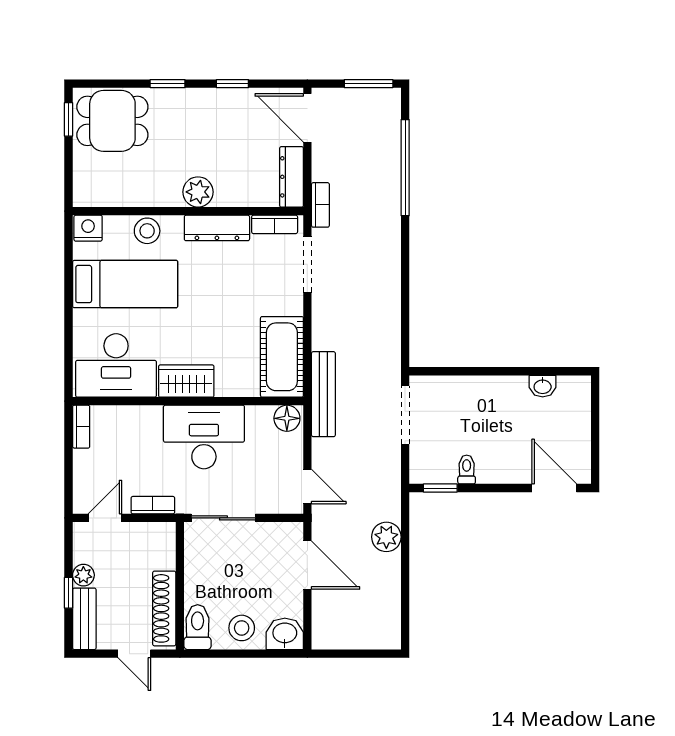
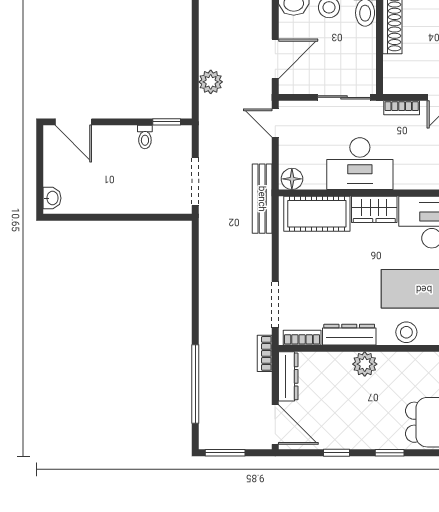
cot: (282, 357) -> (317, 214), moved, turned 90
washbasin: (543, 386) -> (52, 198), moved, turned 90
door: (307, 565) -> (275, 59), swing flipped

